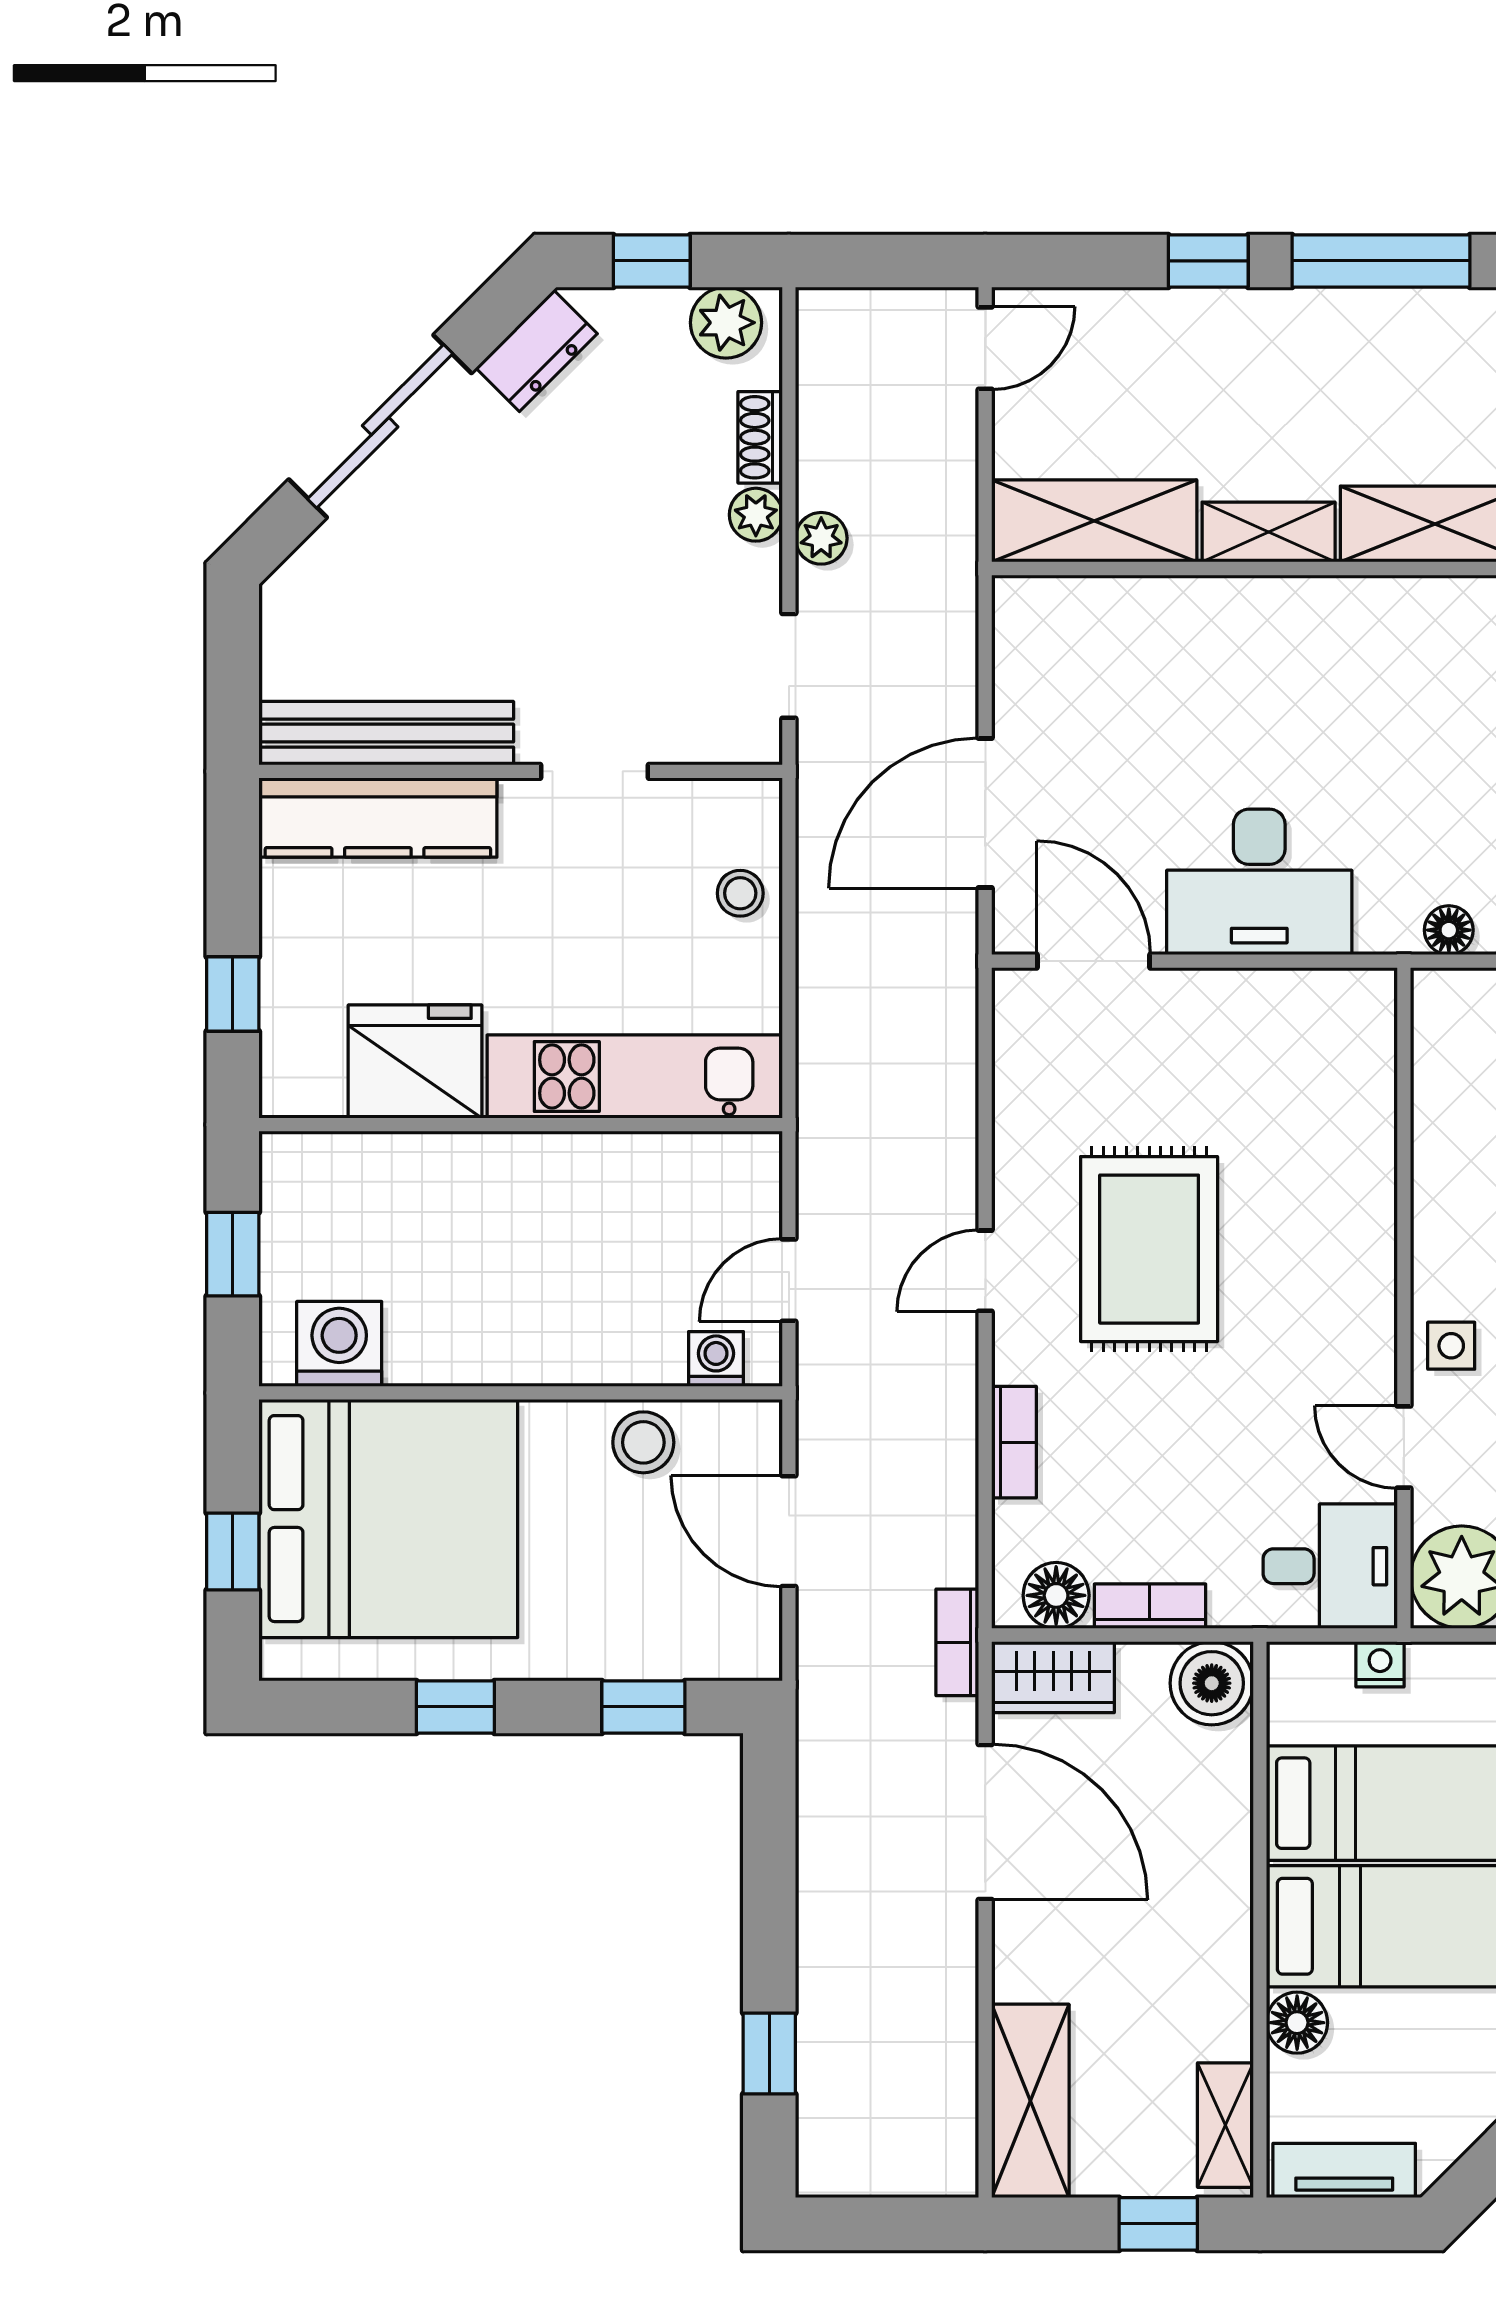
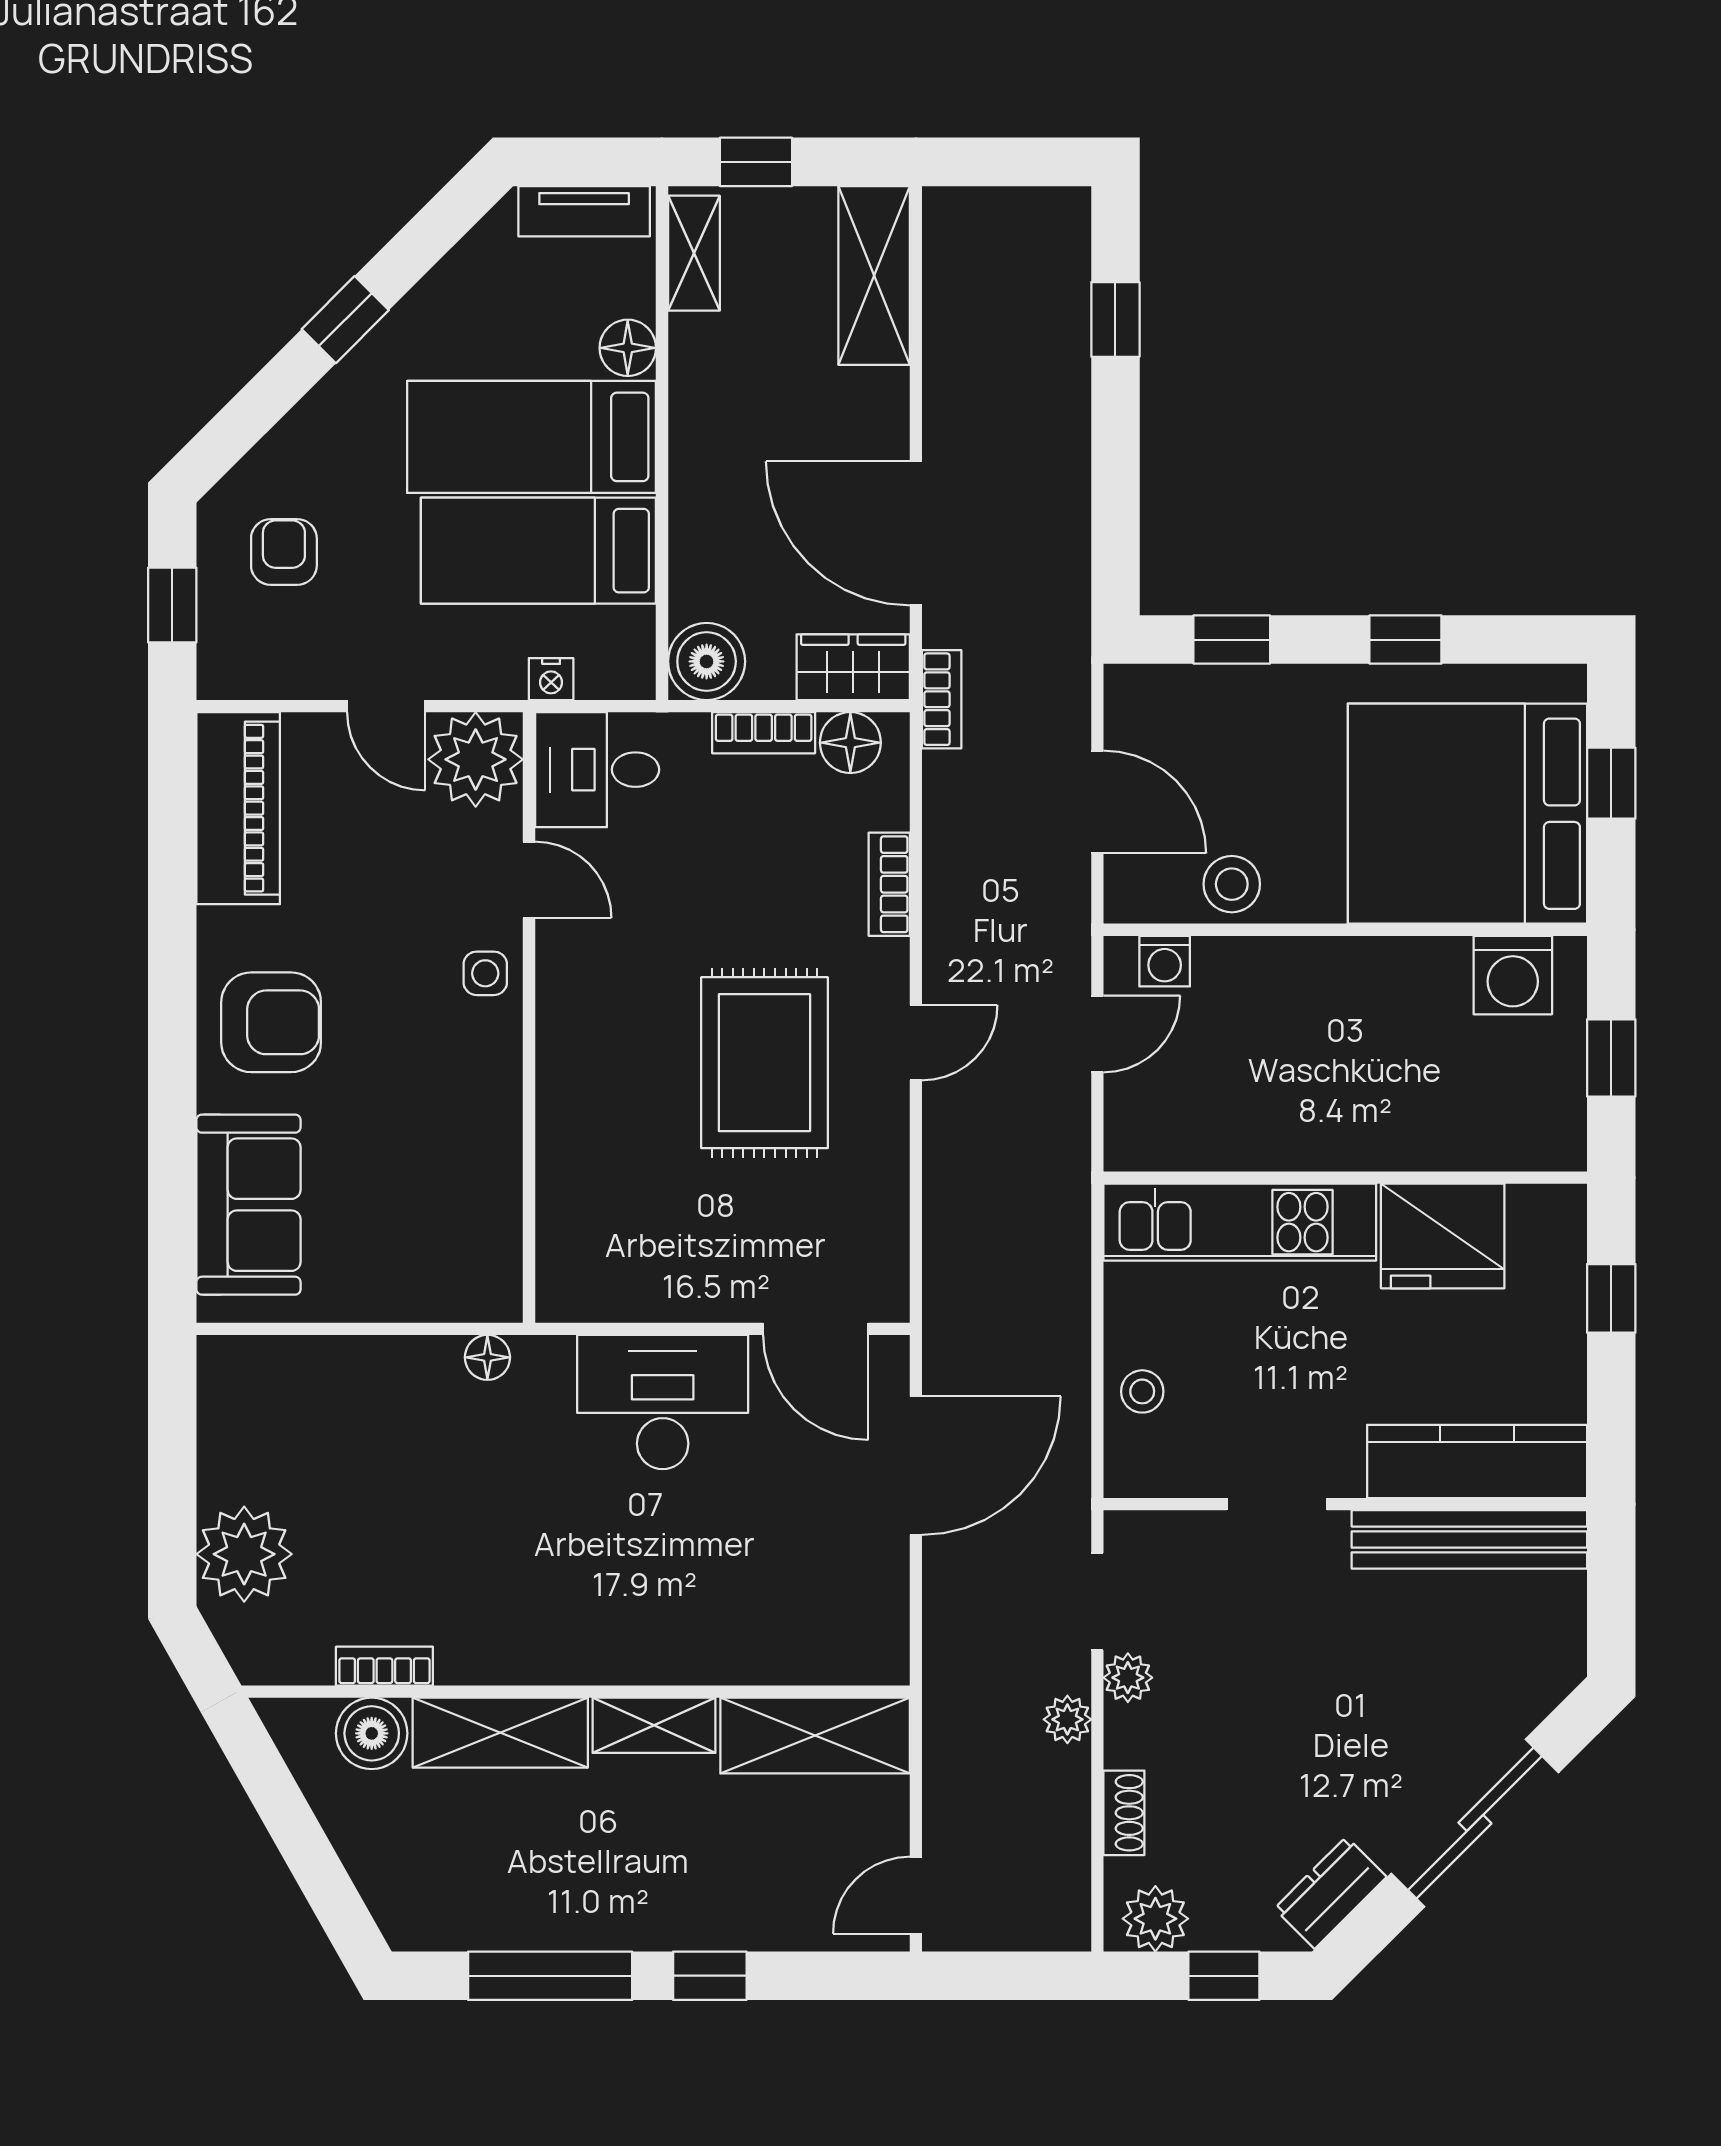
plant: (756, 515) -> (1128, 1678), moved

